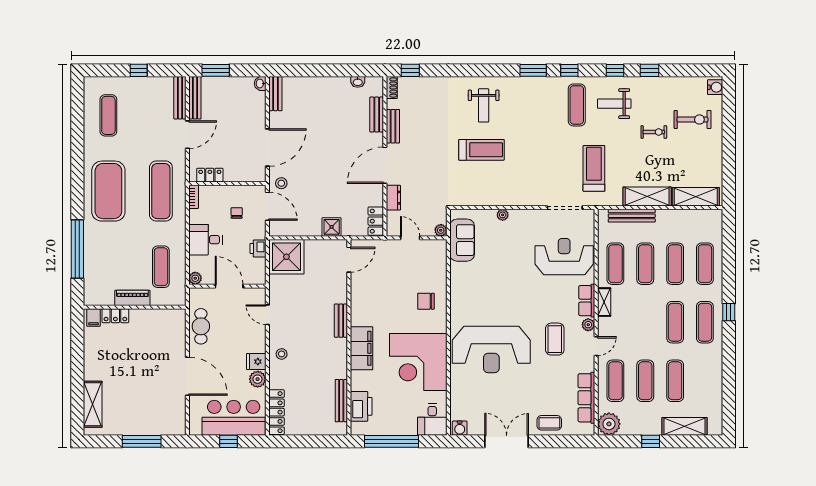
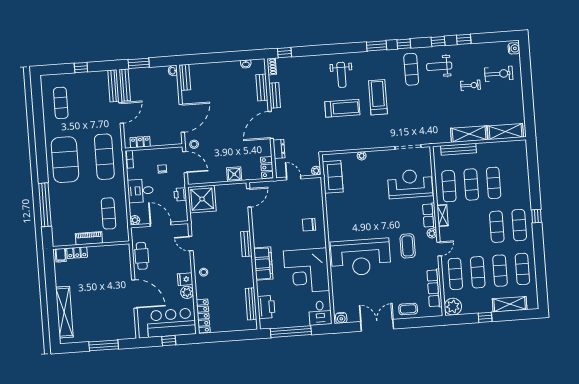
treadmill: (594, 168) -> (378, 97), moved
exercise mat: (705, 264) -> (522, 269), moved
shelving: (93, 404) -> (64, 312), width x1.47

